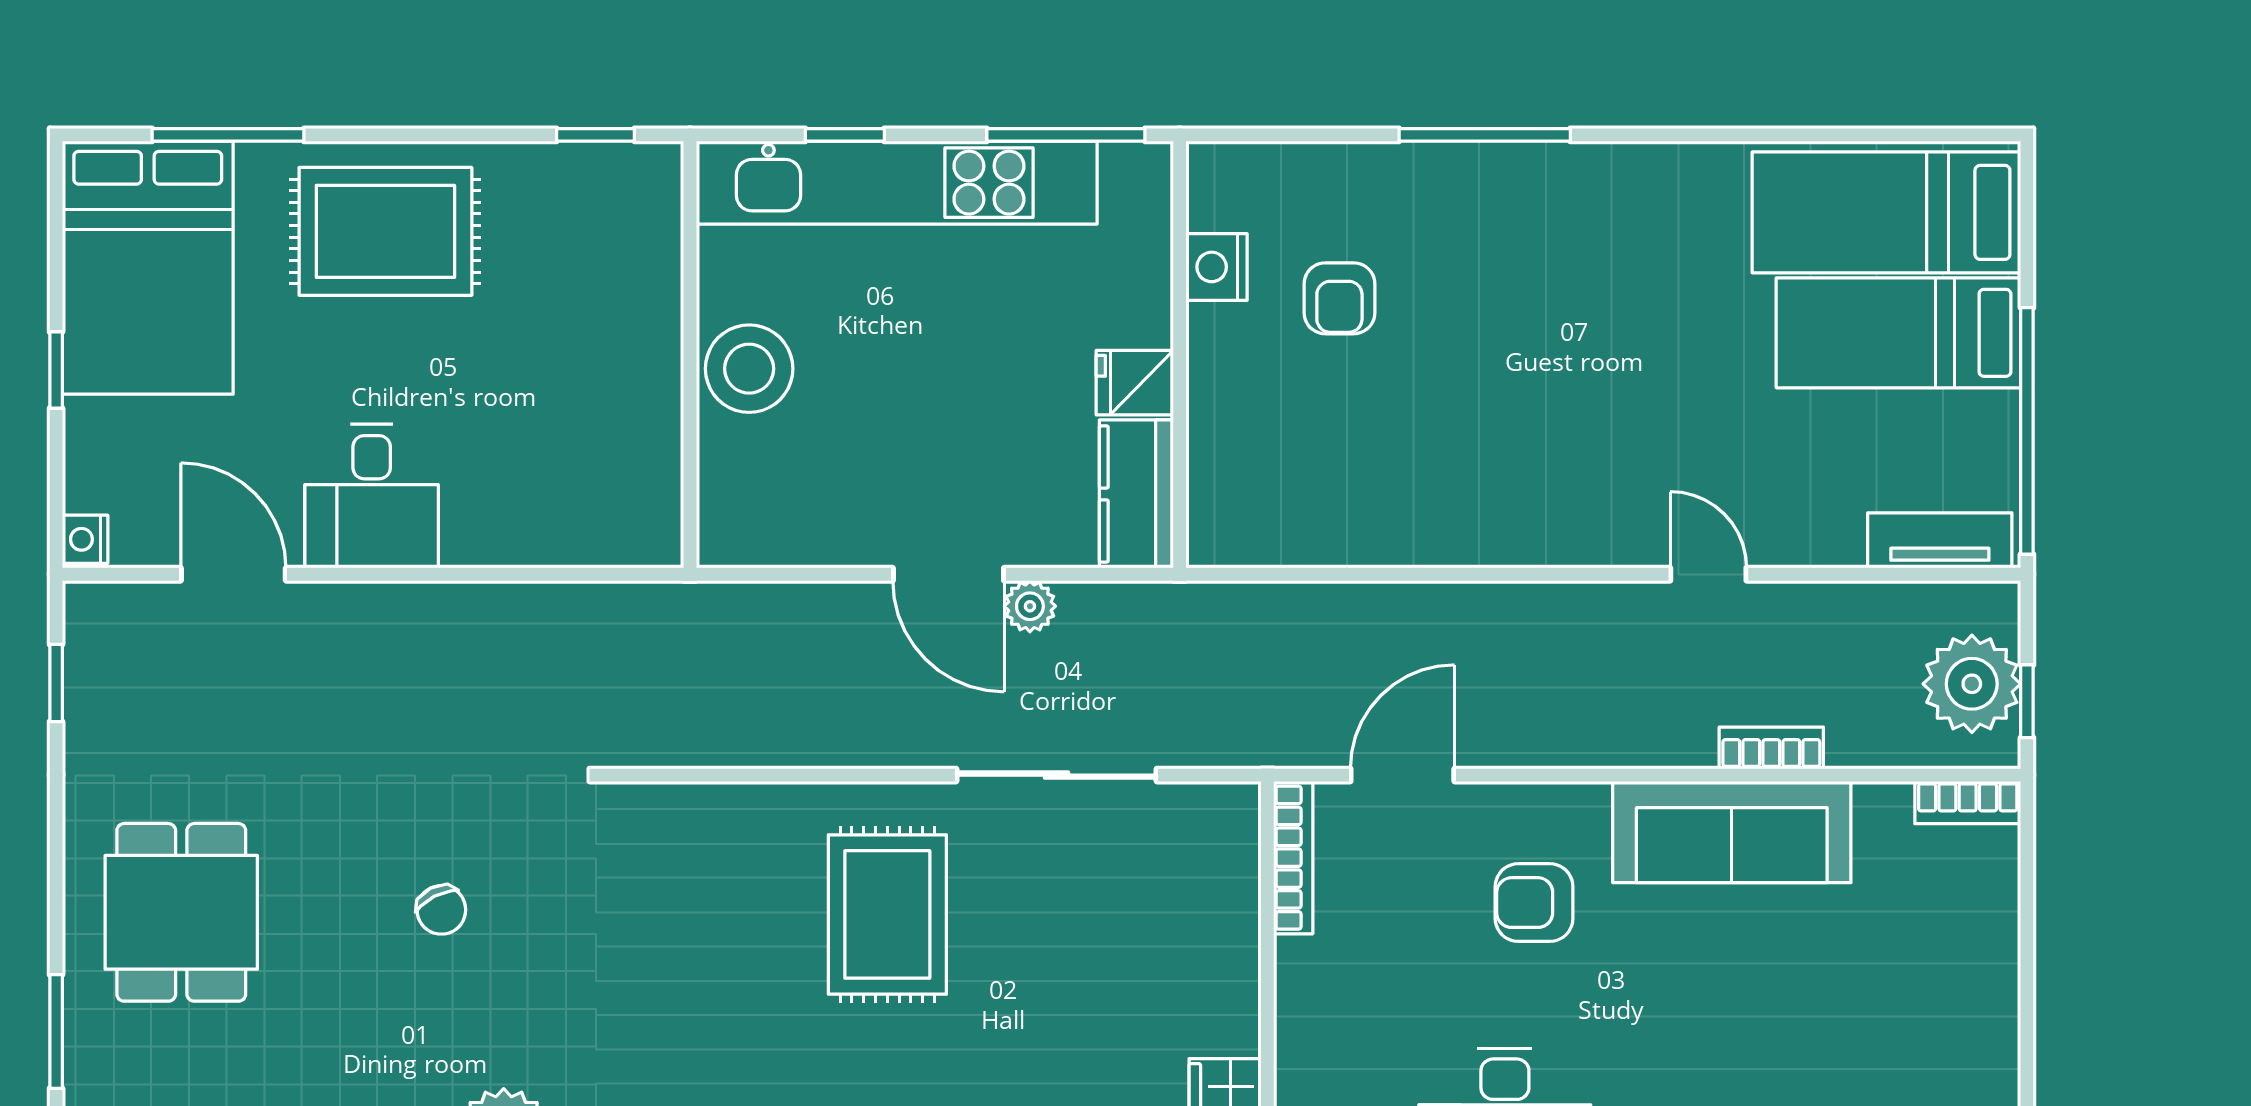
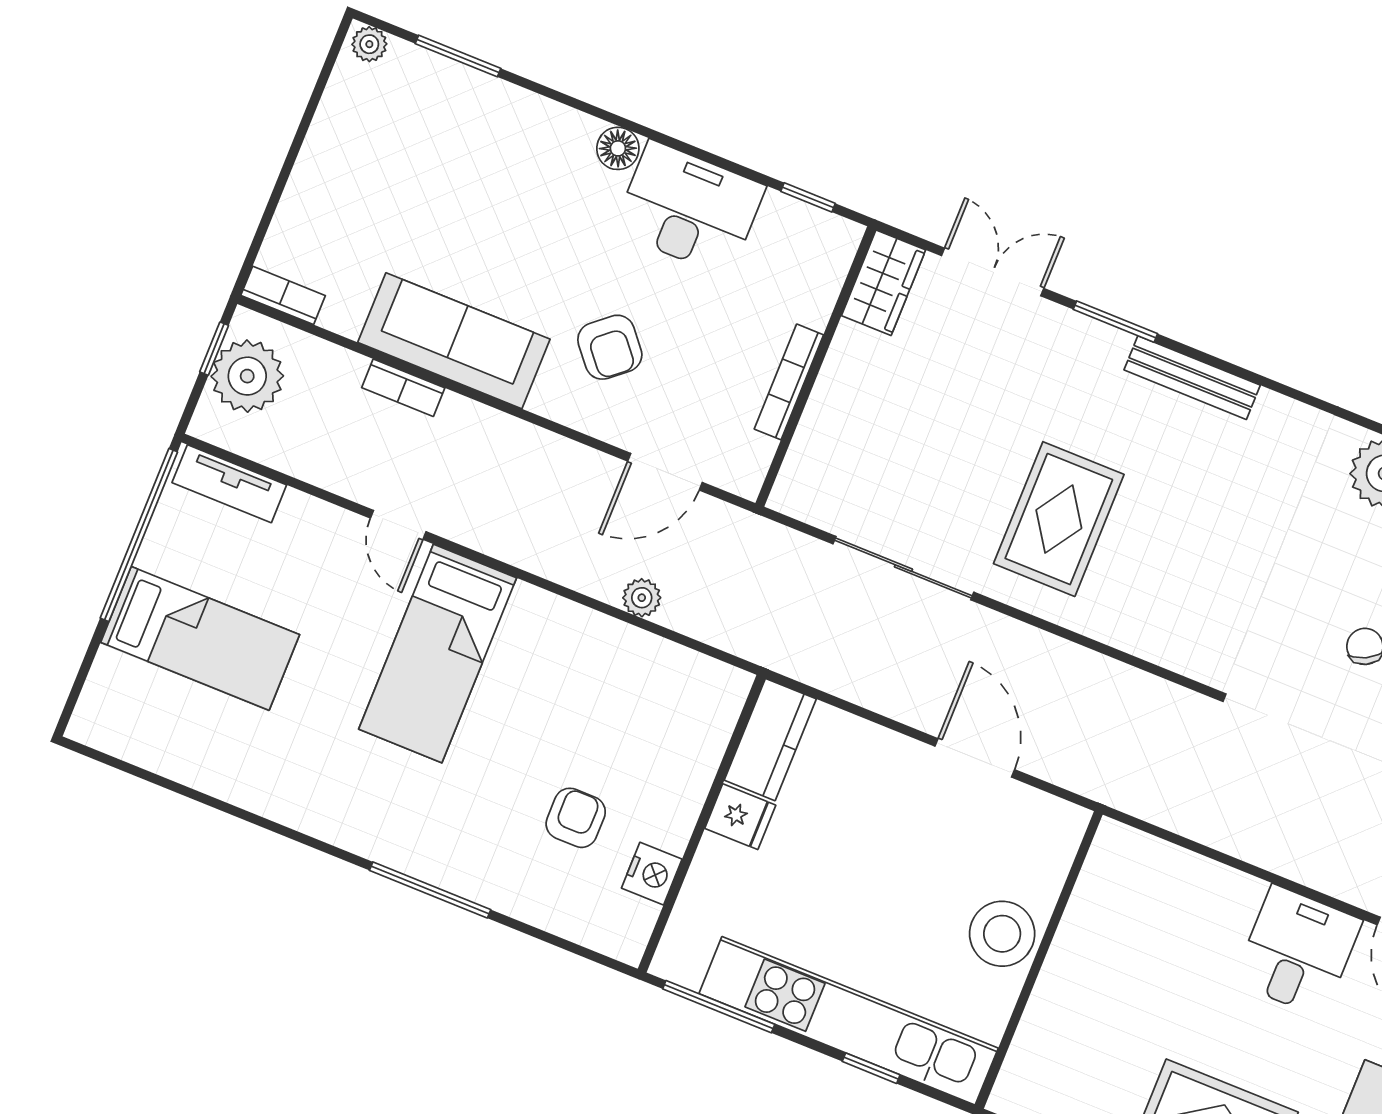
bed: (1886, 212) -> (438, 654), moved, turned 90
door: (948, 574) -> (975, 758), moved
plant: (1030, 606) -> (642, 598), moved
bookcase: (1293, 858) -> (789, 382), moved
armchair: (1534, 903) -> (610, 347), turned 50

